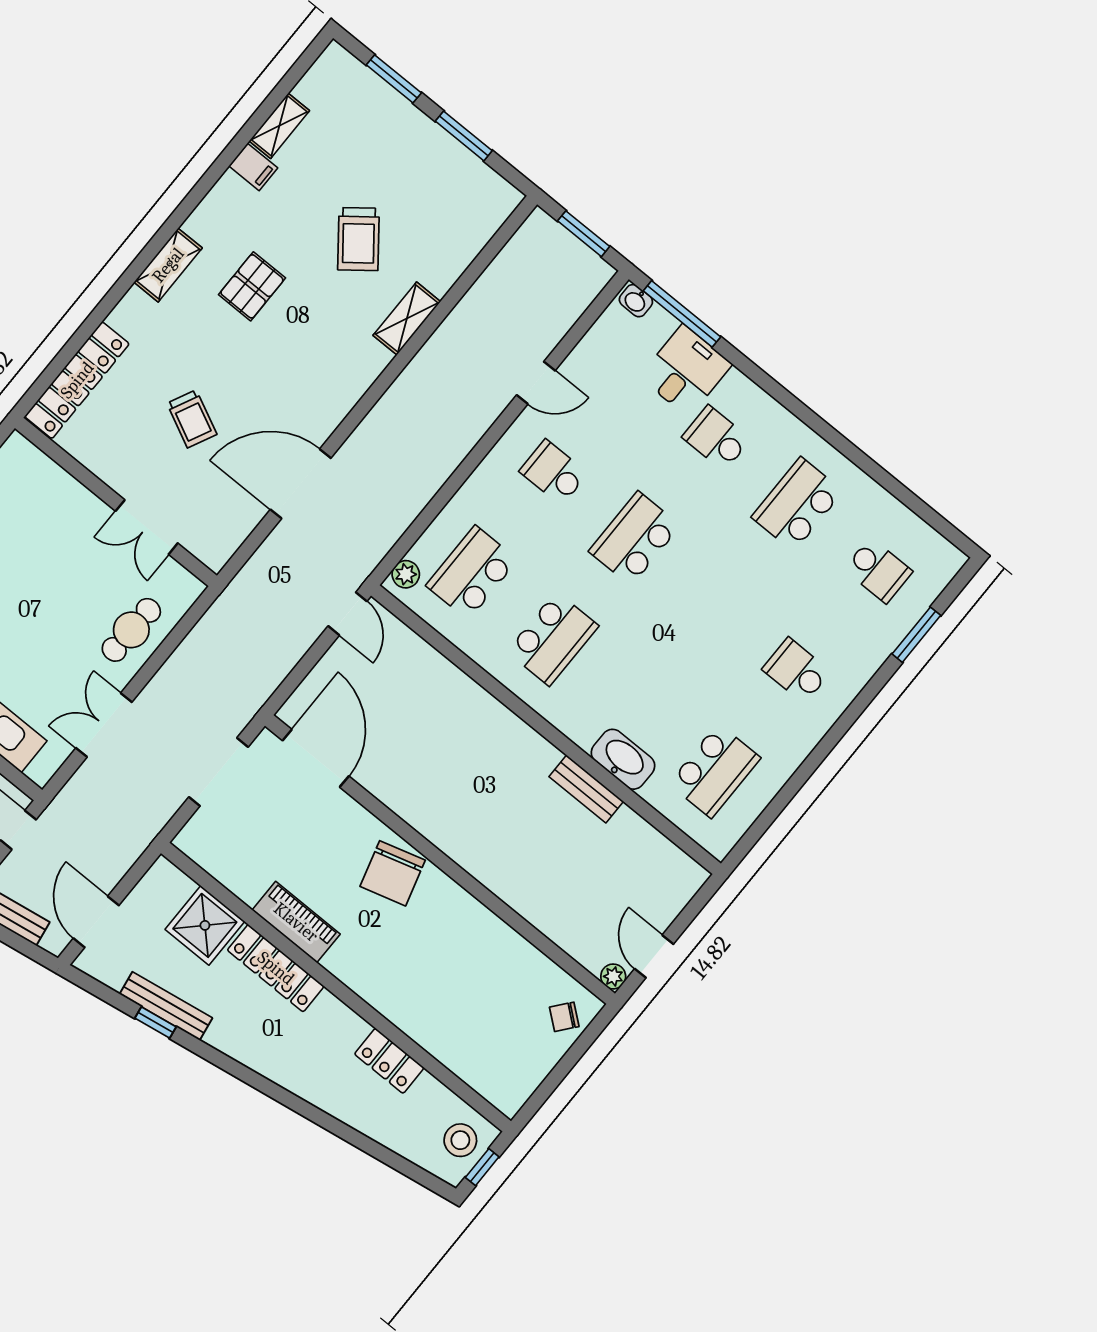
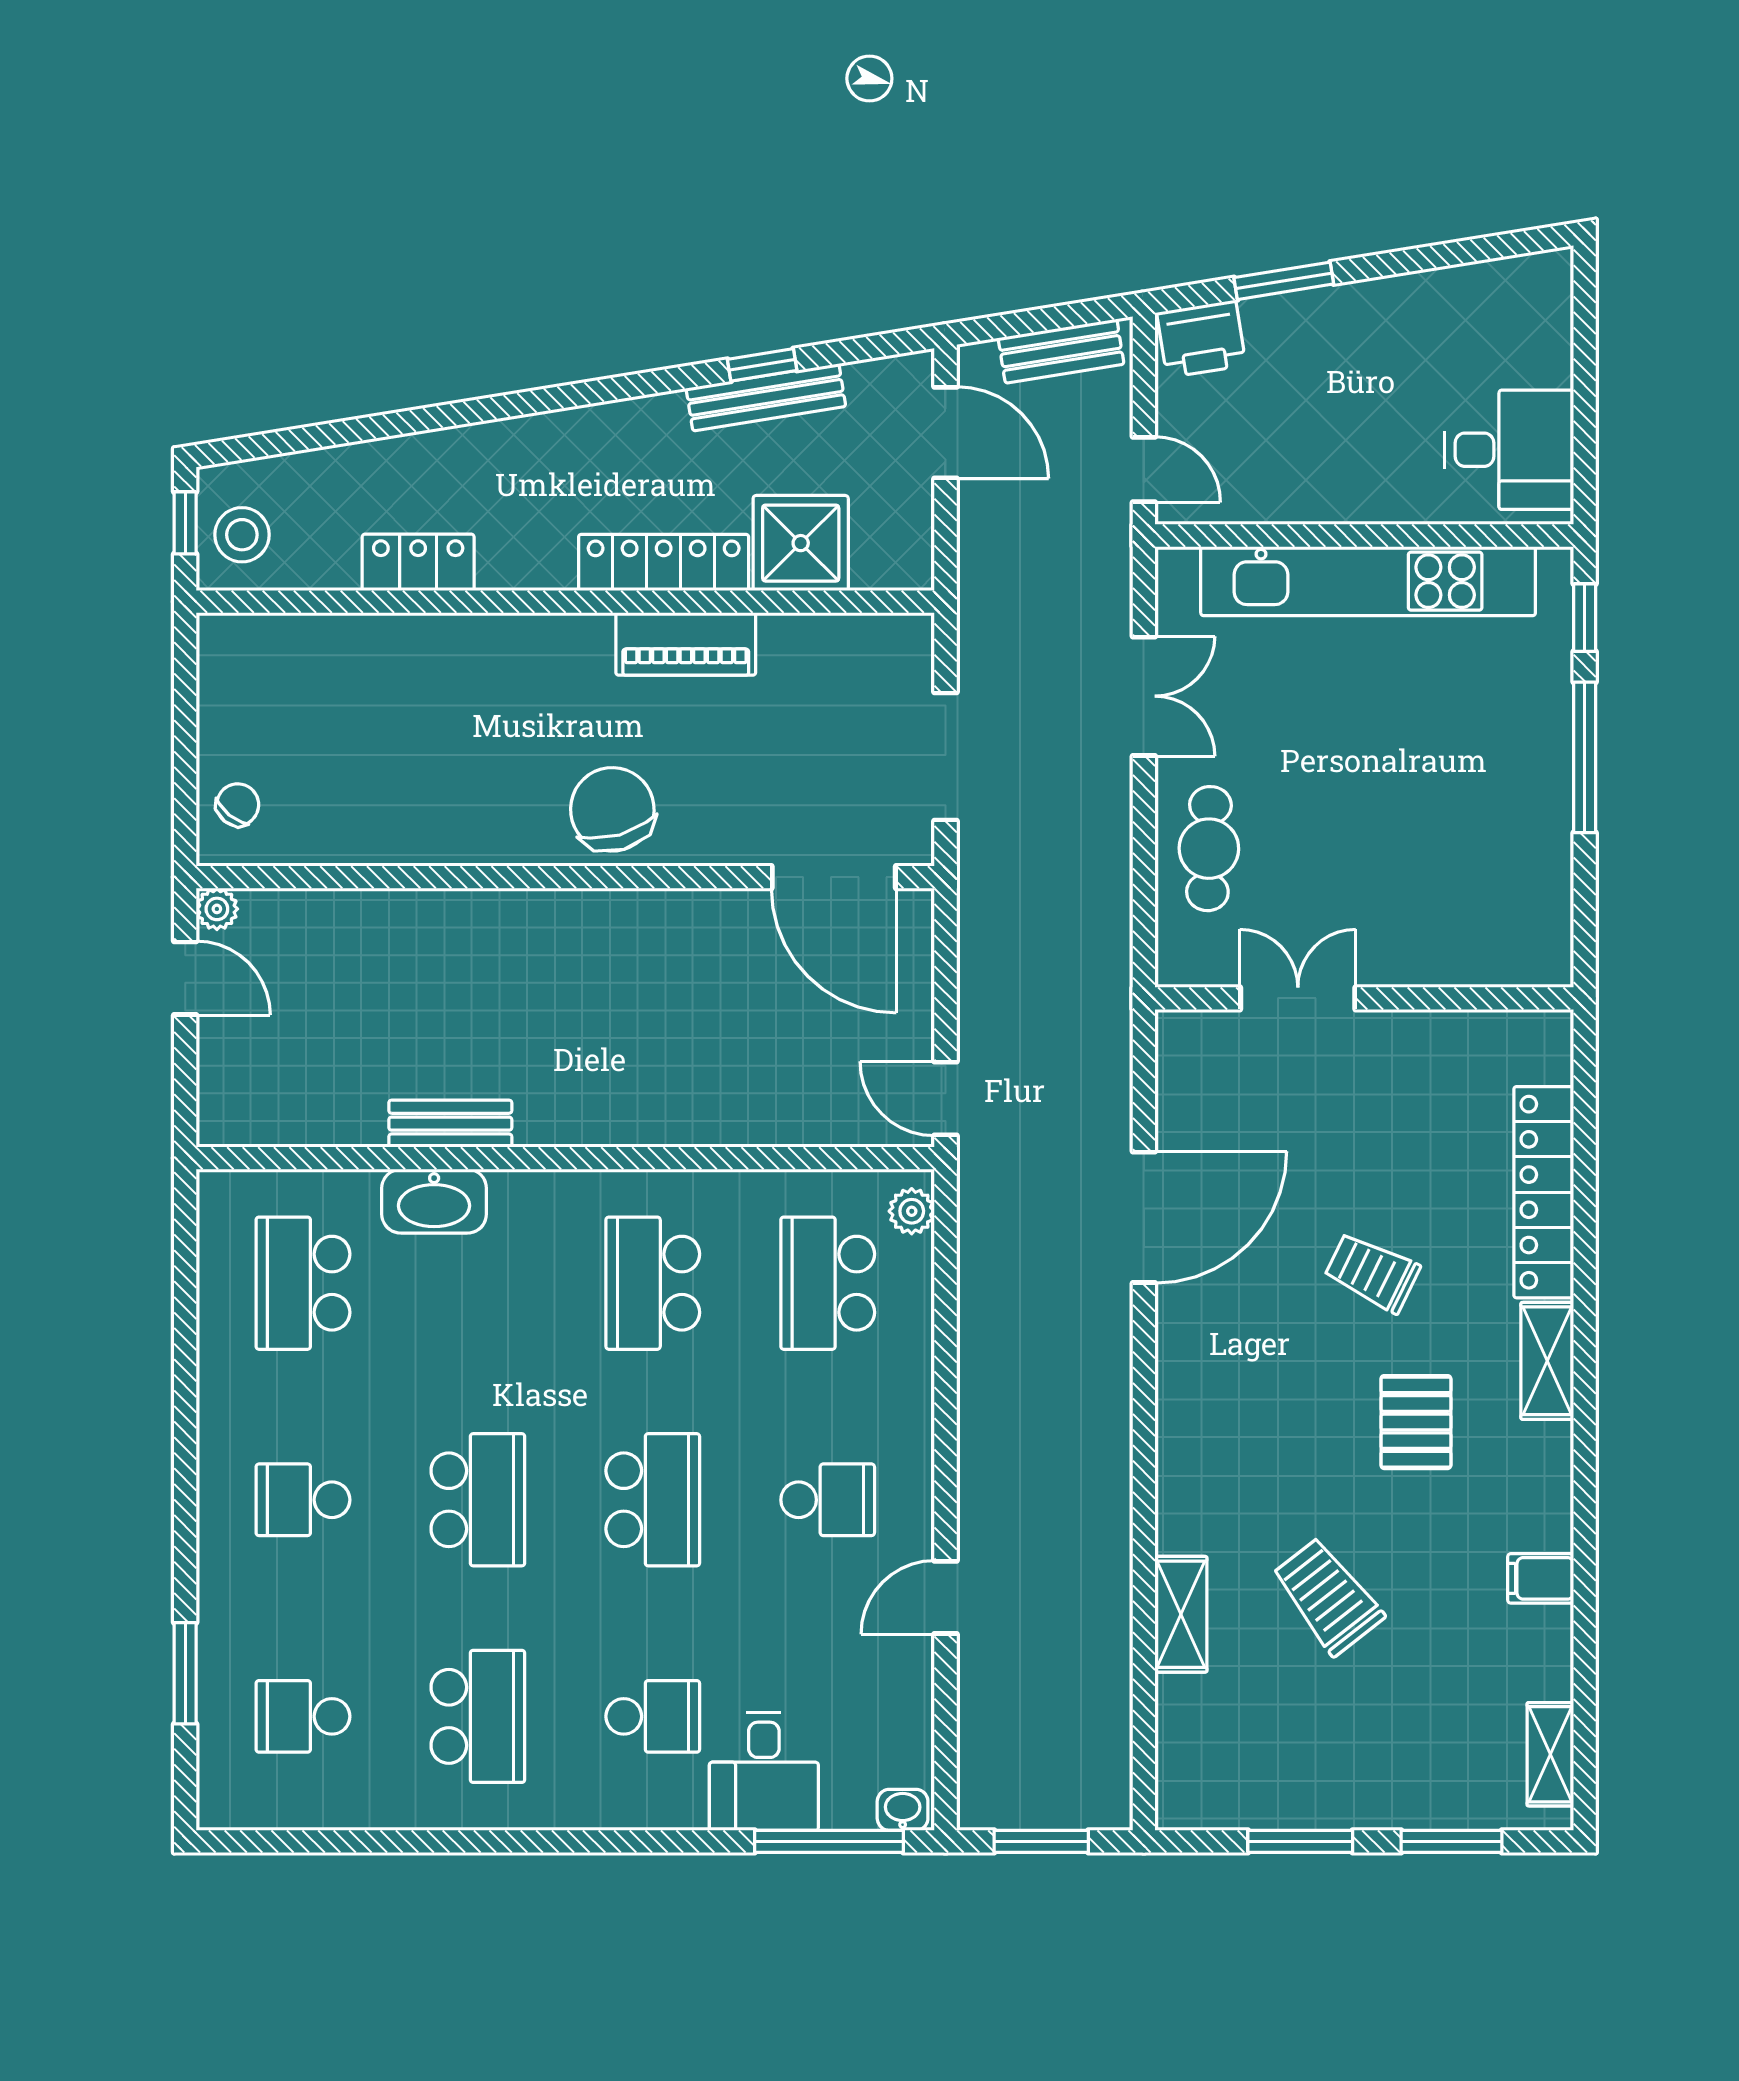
shelving: (279, 126) -> (1550, 1754), moved
shelving: (407, 319) -> (1181, 1614), moved
locker: (77, 380) -> (1544, 1192), moved
trolley: (192, 419) -> (1372, 1272), moved
school desk: (472, 573) -> (828, 1283), turned 180
school desk: (715, 604) -> (478, 1500), added
school desk: (796, 671) -> (303, 1500), turned 180

